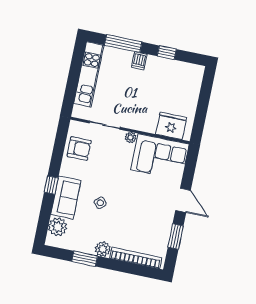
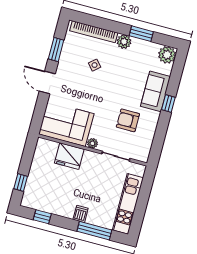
window: (167, 53) -> (42, 217), moved
window: (206, 91) -> (21, 182), added
fridge: (171, 126) -> (69, 156), moved
armchair: (79, 149) -> (128, 120), moved
side table: (100, 203) -> (95, 65), moved
plant: (58, 227) -> (167, 55), moved

